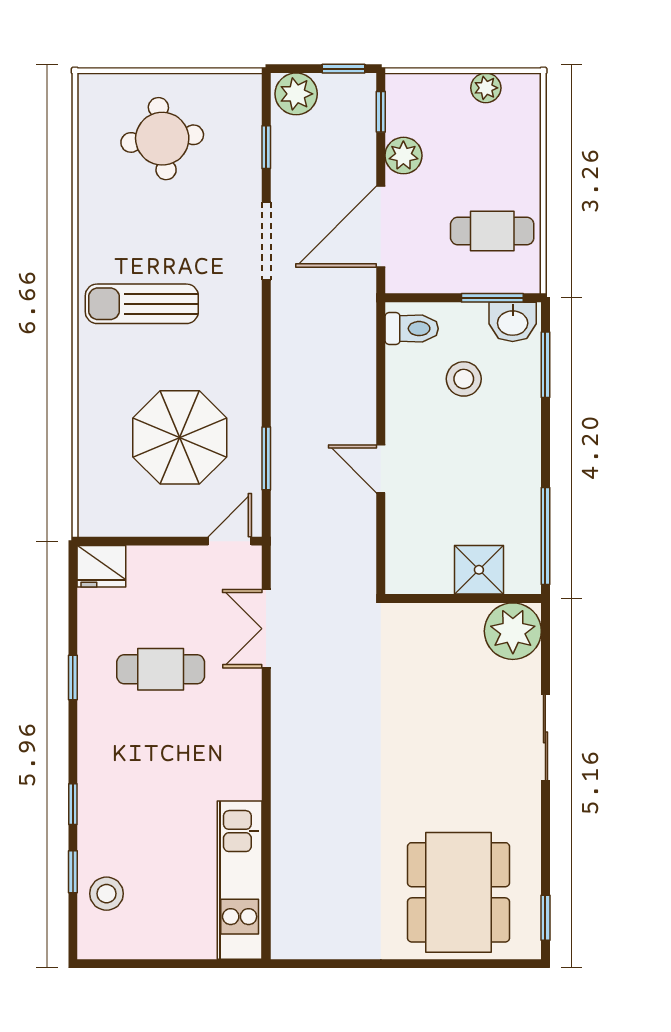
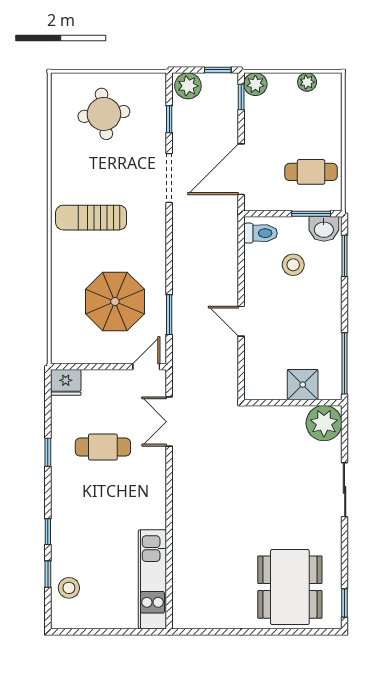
plant: (403, 156) -> (255, 84), moved

